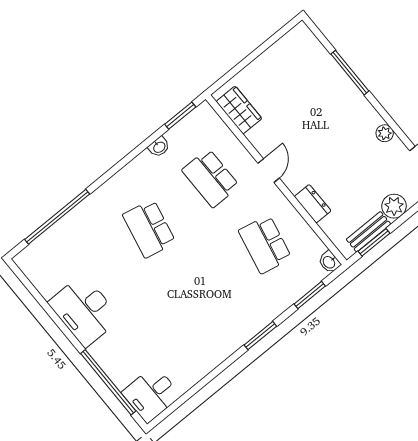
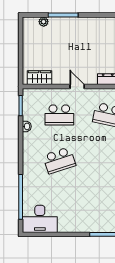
plant: (385, 133) -> (44, 22), moved
school desk: (149, 229) -> (59, 160), turned -30
desk: (84, 311) -> (40, 219), moved

